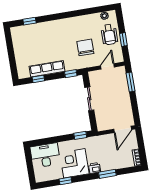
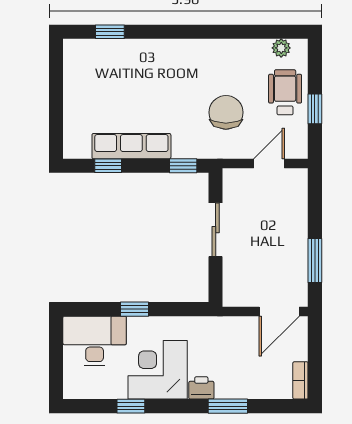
wheelchair: (109, 35) -> (285, 92), turned 180
window: (130, 82) -> (315, 260), moved
window: (80, 135) -> (135, 309), moved

